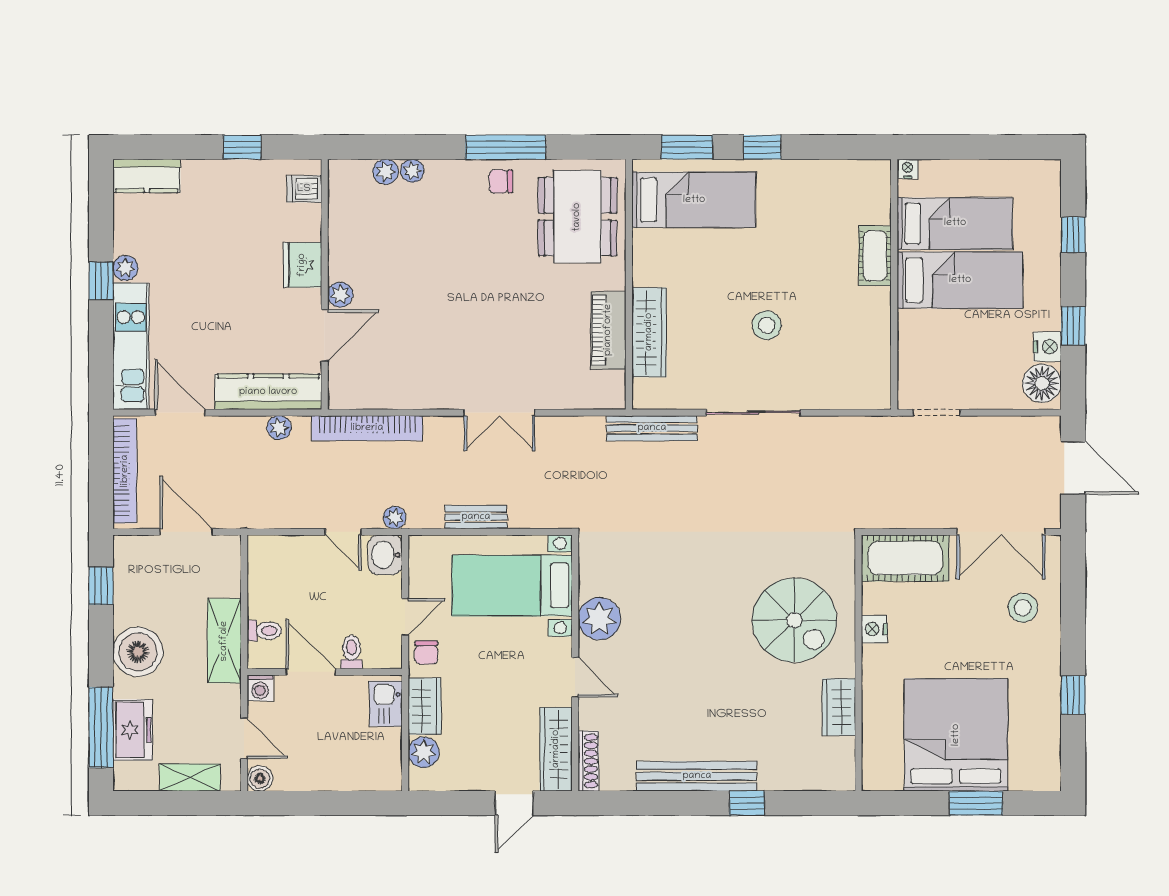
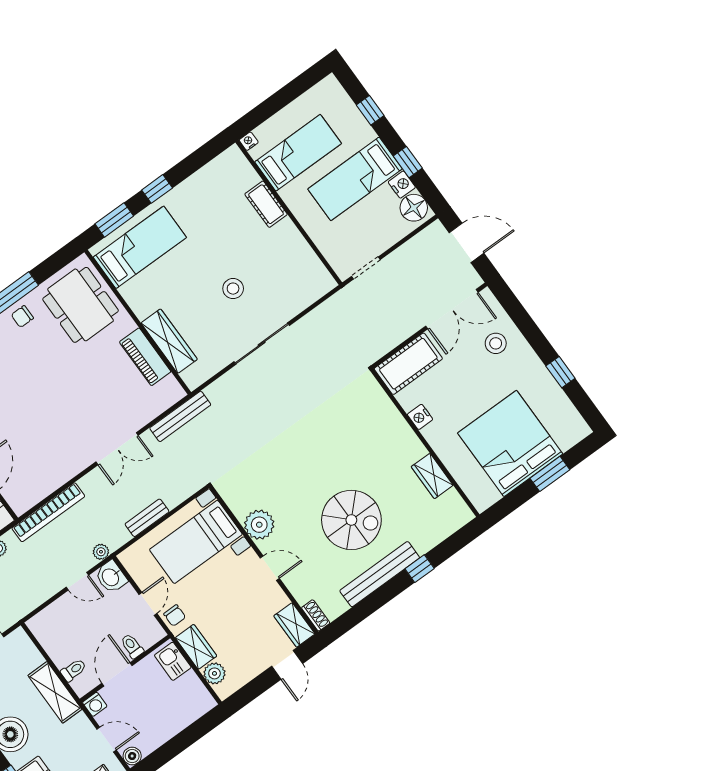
bed: (960, 280) -> (355, 179), moved, turned 180
bench: (652, 428) -> (180, 416), moved
spiral stairs: (794, 620) -> (351, 520), moved
door: (311, 672) -> (117, 674), hinge flipped
wardrobe: (556, 749) -> (294, 625), width x0.67
shoe rack: (588, 761) -> (316, 615), width x0.70

